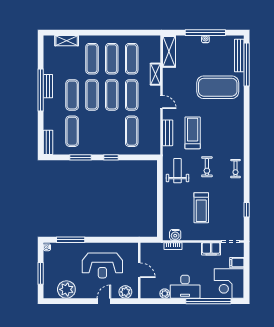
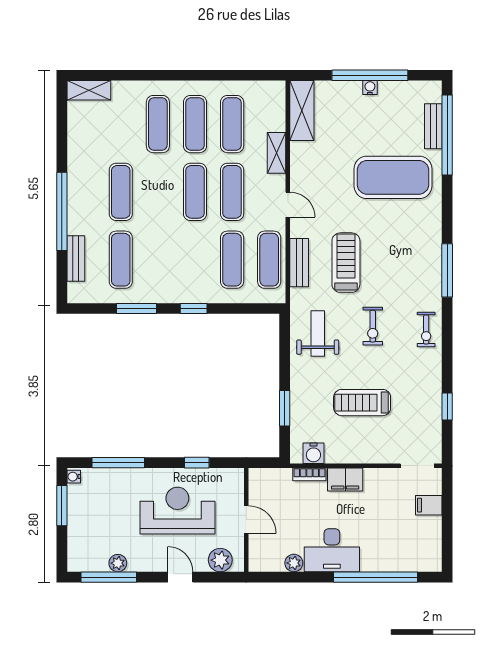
shelving: (67, 41) -> (89, 90), moved
bench: (239, 55) -> (433, 126), width x0.73
bench: (48, 86) -> (76, 175), removed
window: (41, 90) -> (62, 211), moved
exercise mat: (92, 95) -> (269, 260), moved
window: (247, 137) -> (447, 270), added
bench: (48, 142) -> (76, 259), moved
treadmill: (201, 208) -> (362, 403), turned 90
window: (160, 211) -> (285, 408), added
window: (113, 240) -> (197, 463), added
filing cabinet: (211, 249) -> (345, 479), moved
reception desk: (102, 265) -> (177, 511), turned 180
window: (41, 273) -> (62, 506), moved
corner desk: (229, 283) -> (414, 544), removed
plant: (66, 289) -> (118, 563), width x0.53, depth x0.53
window: (66, 301) -> (109, 577), added
door: (104, 301) -> (180, 577), hinge flipped

